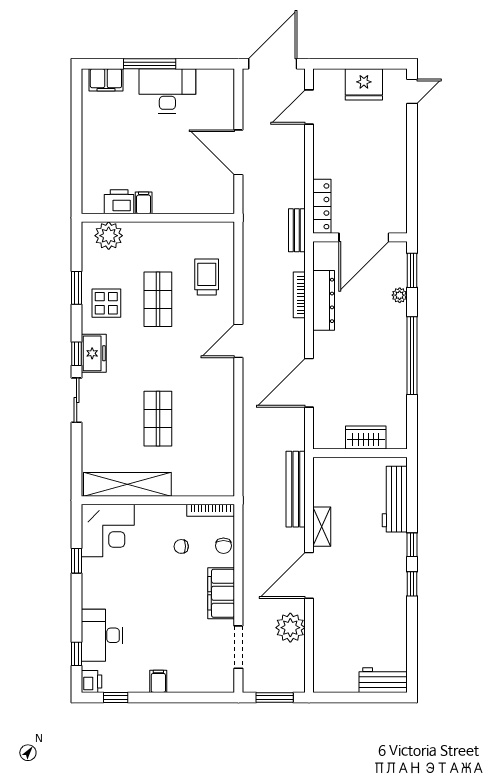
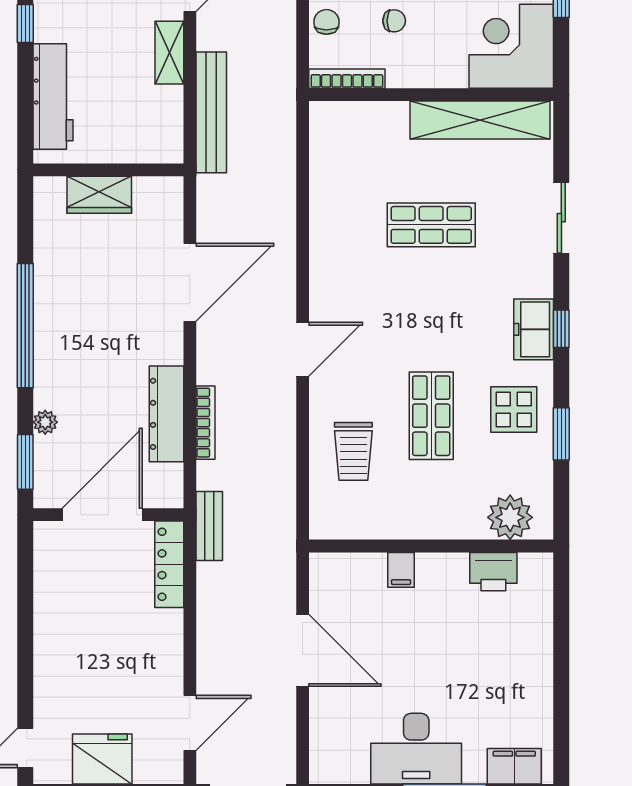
filing cabinet: (144, 203) -> (401, 570), moved
sliding door: (77, 400) -> (561, 218), moved
shop shelf: (158, 419) -> (431, 225), turned 90

